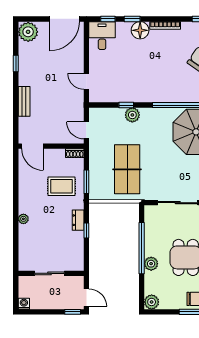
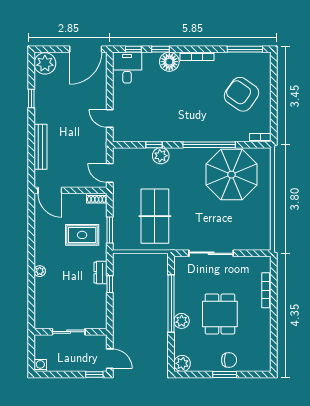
bench: (24, 101) -> (40, 147), width x1.36

